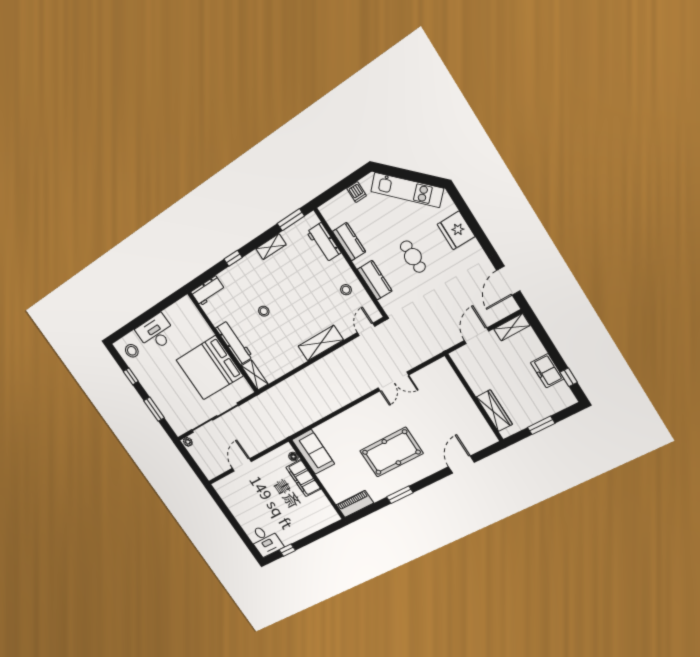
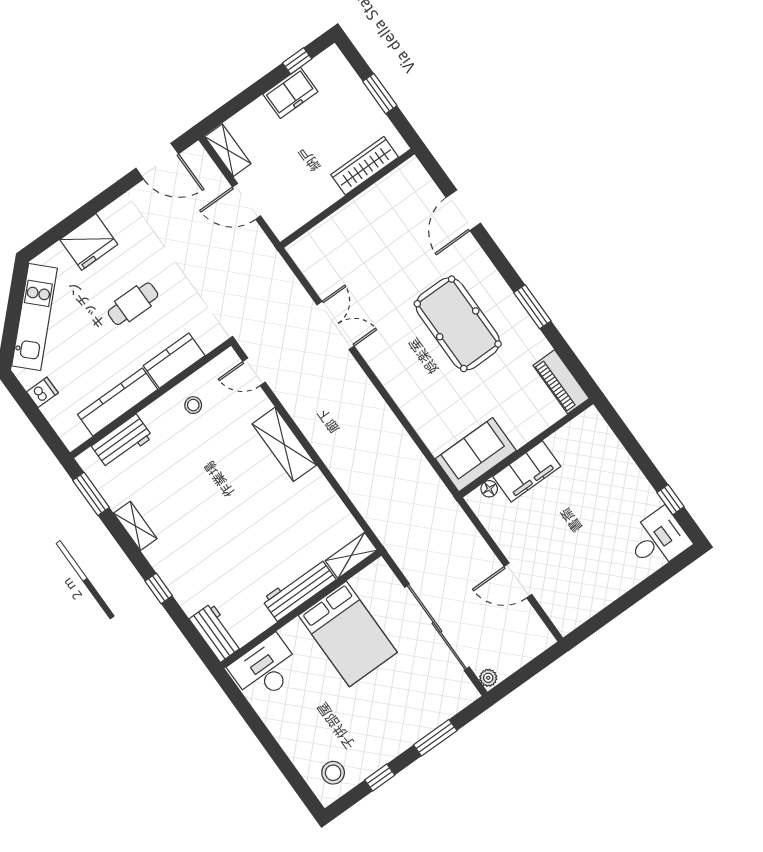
kitchen counter: (349, 242) -> (118, 402), width x1.50
stool: (264, 311) -> (241, 539), removed
desk: (156, 333) -> (265, 669), moved, turned 90
bed: (209, 368) -> (348, 634), width x0.73
door: (461, 465) -> (463, 210), hinge flipped

